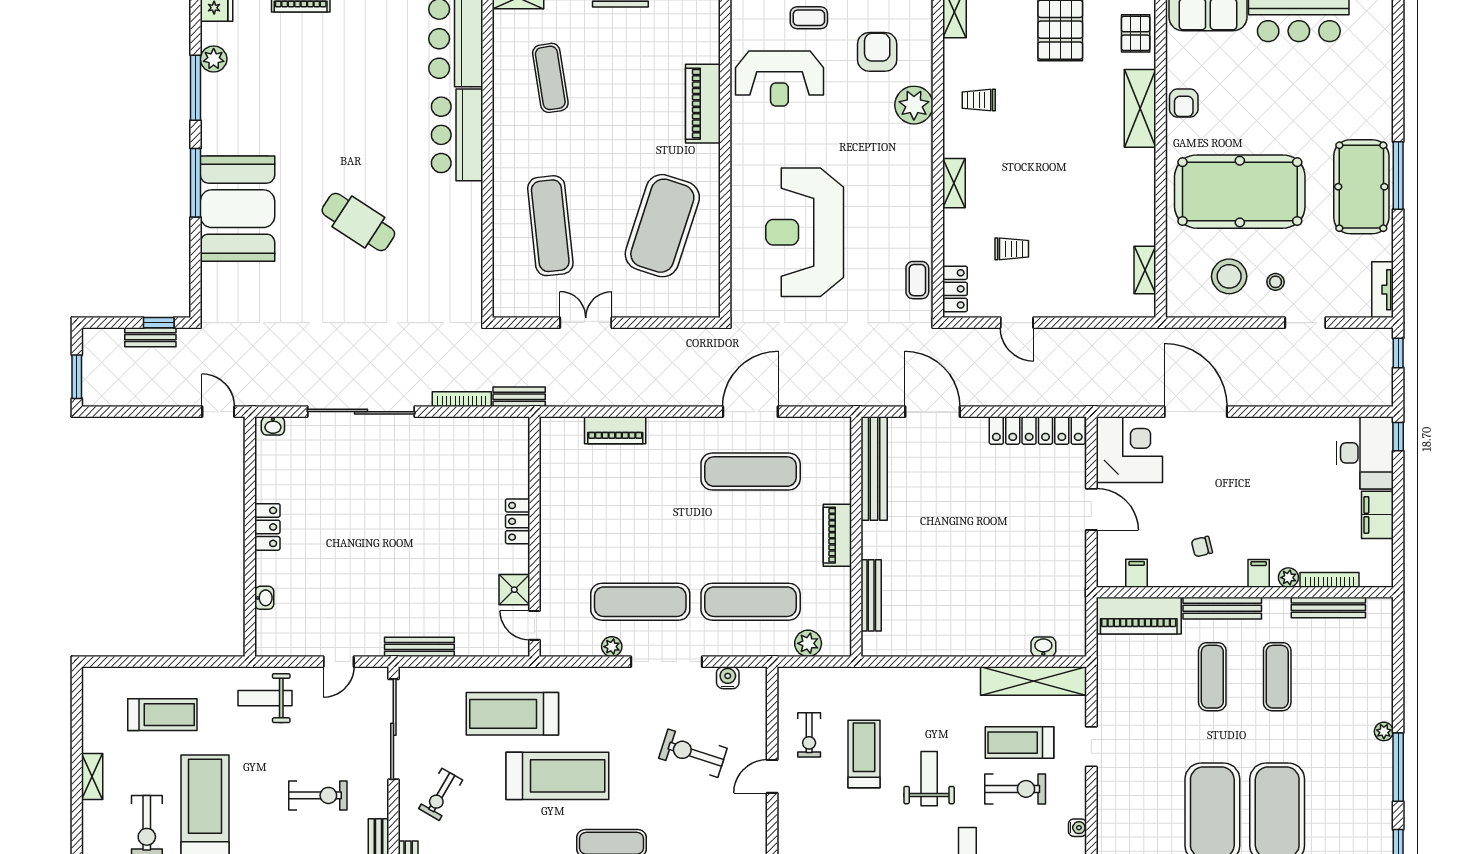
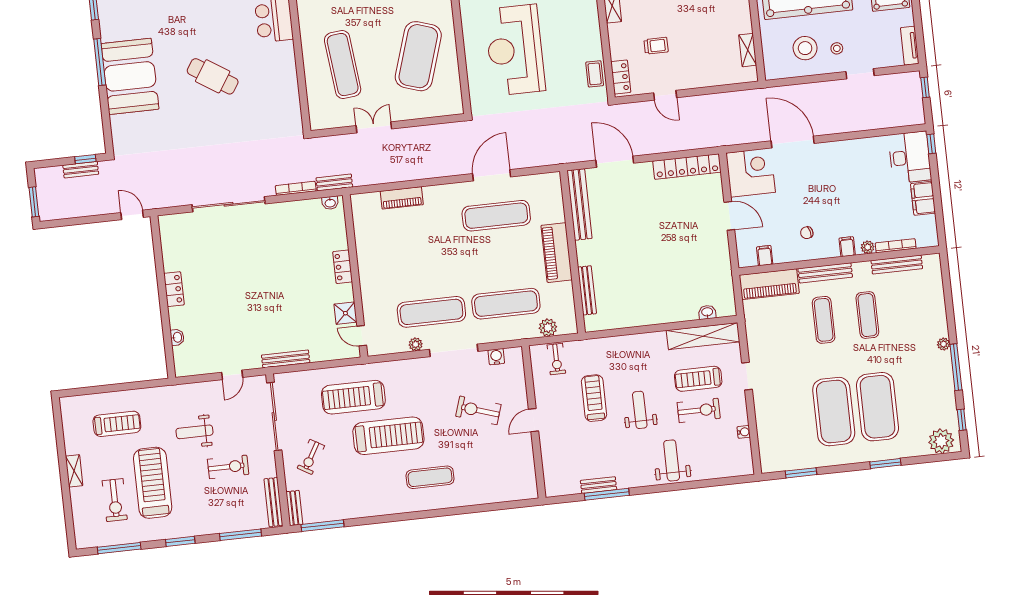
washbasin: (273, 426) -> (330, 203), moved
piano: (837, 535) -> (557, 253), width x1.37, depth x1.33
weight bench: (265, 698) -> (194, 432), moved
exercise bike: (809, 735) -> (556, 359), moved

